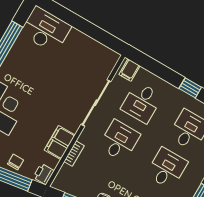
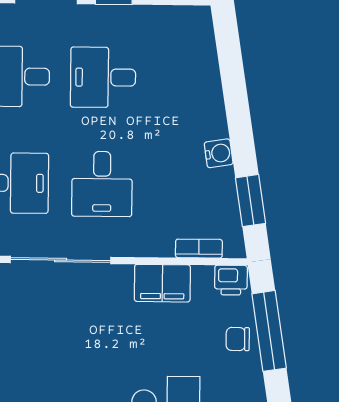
desk: (119, 141) -> (102, 184), turned -90
bookcase: (74, 154) -> (199, 249), moved

